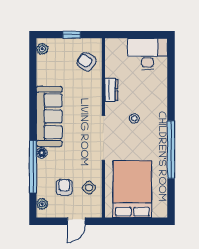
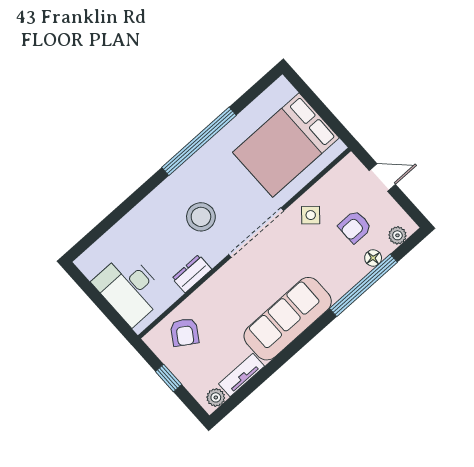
desk: (148, 54) -> (129, 289), moved
tv unit: (42, 71) -> (241, 375), added
stool: (134, 118) -> (201, 217), width x1.89, depth x1.89
floor lamp: (42, 153) -> (373, 258), moved
side table: (89, 188) -> (311, 215), moved

